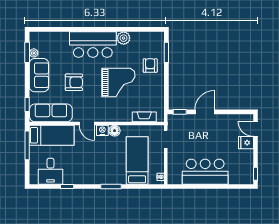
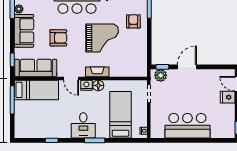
fireplace: (144, 117) -> (97, 72), moved
plant: (178, 120) -> (161, 75), added
desk: (50, 171) -> (83, 125), moved

